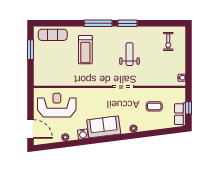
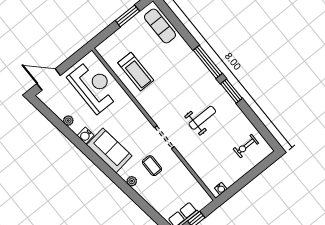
treadmill: (85, 50) -> (136, 72), moved, turned -90
coffee table: (154, 106) -> (152, 166), moved
door: (31, 129) -> (49, 80), swing flipped

